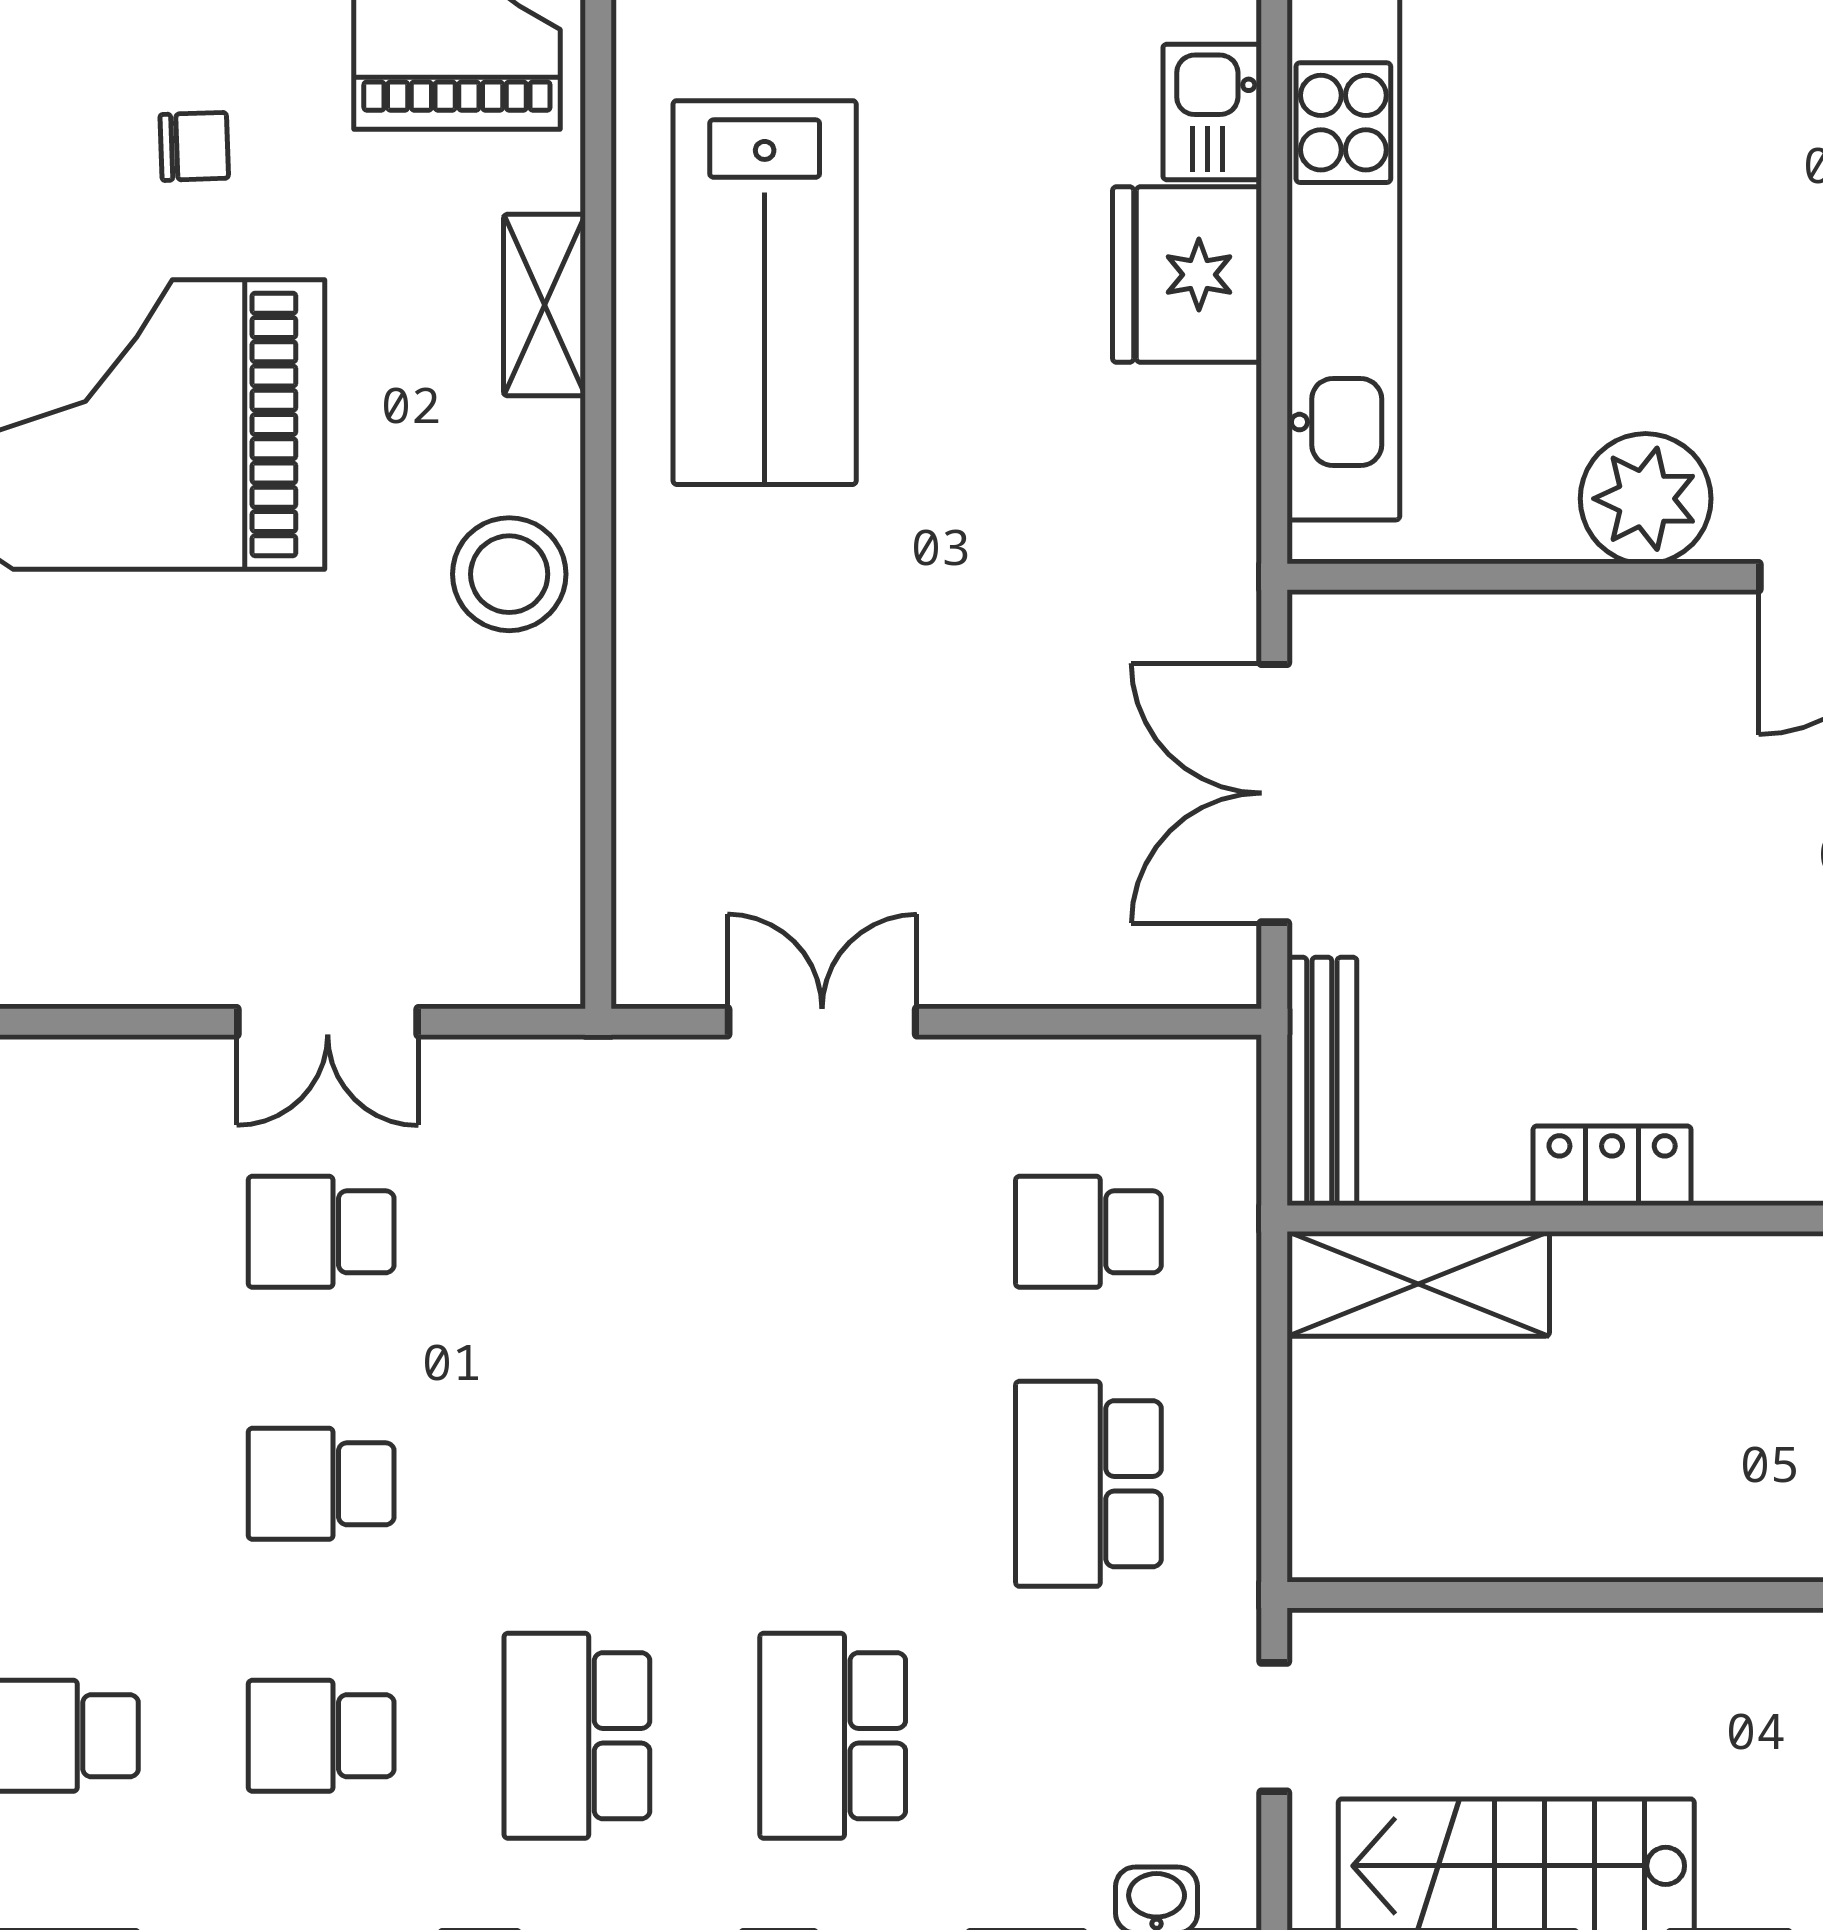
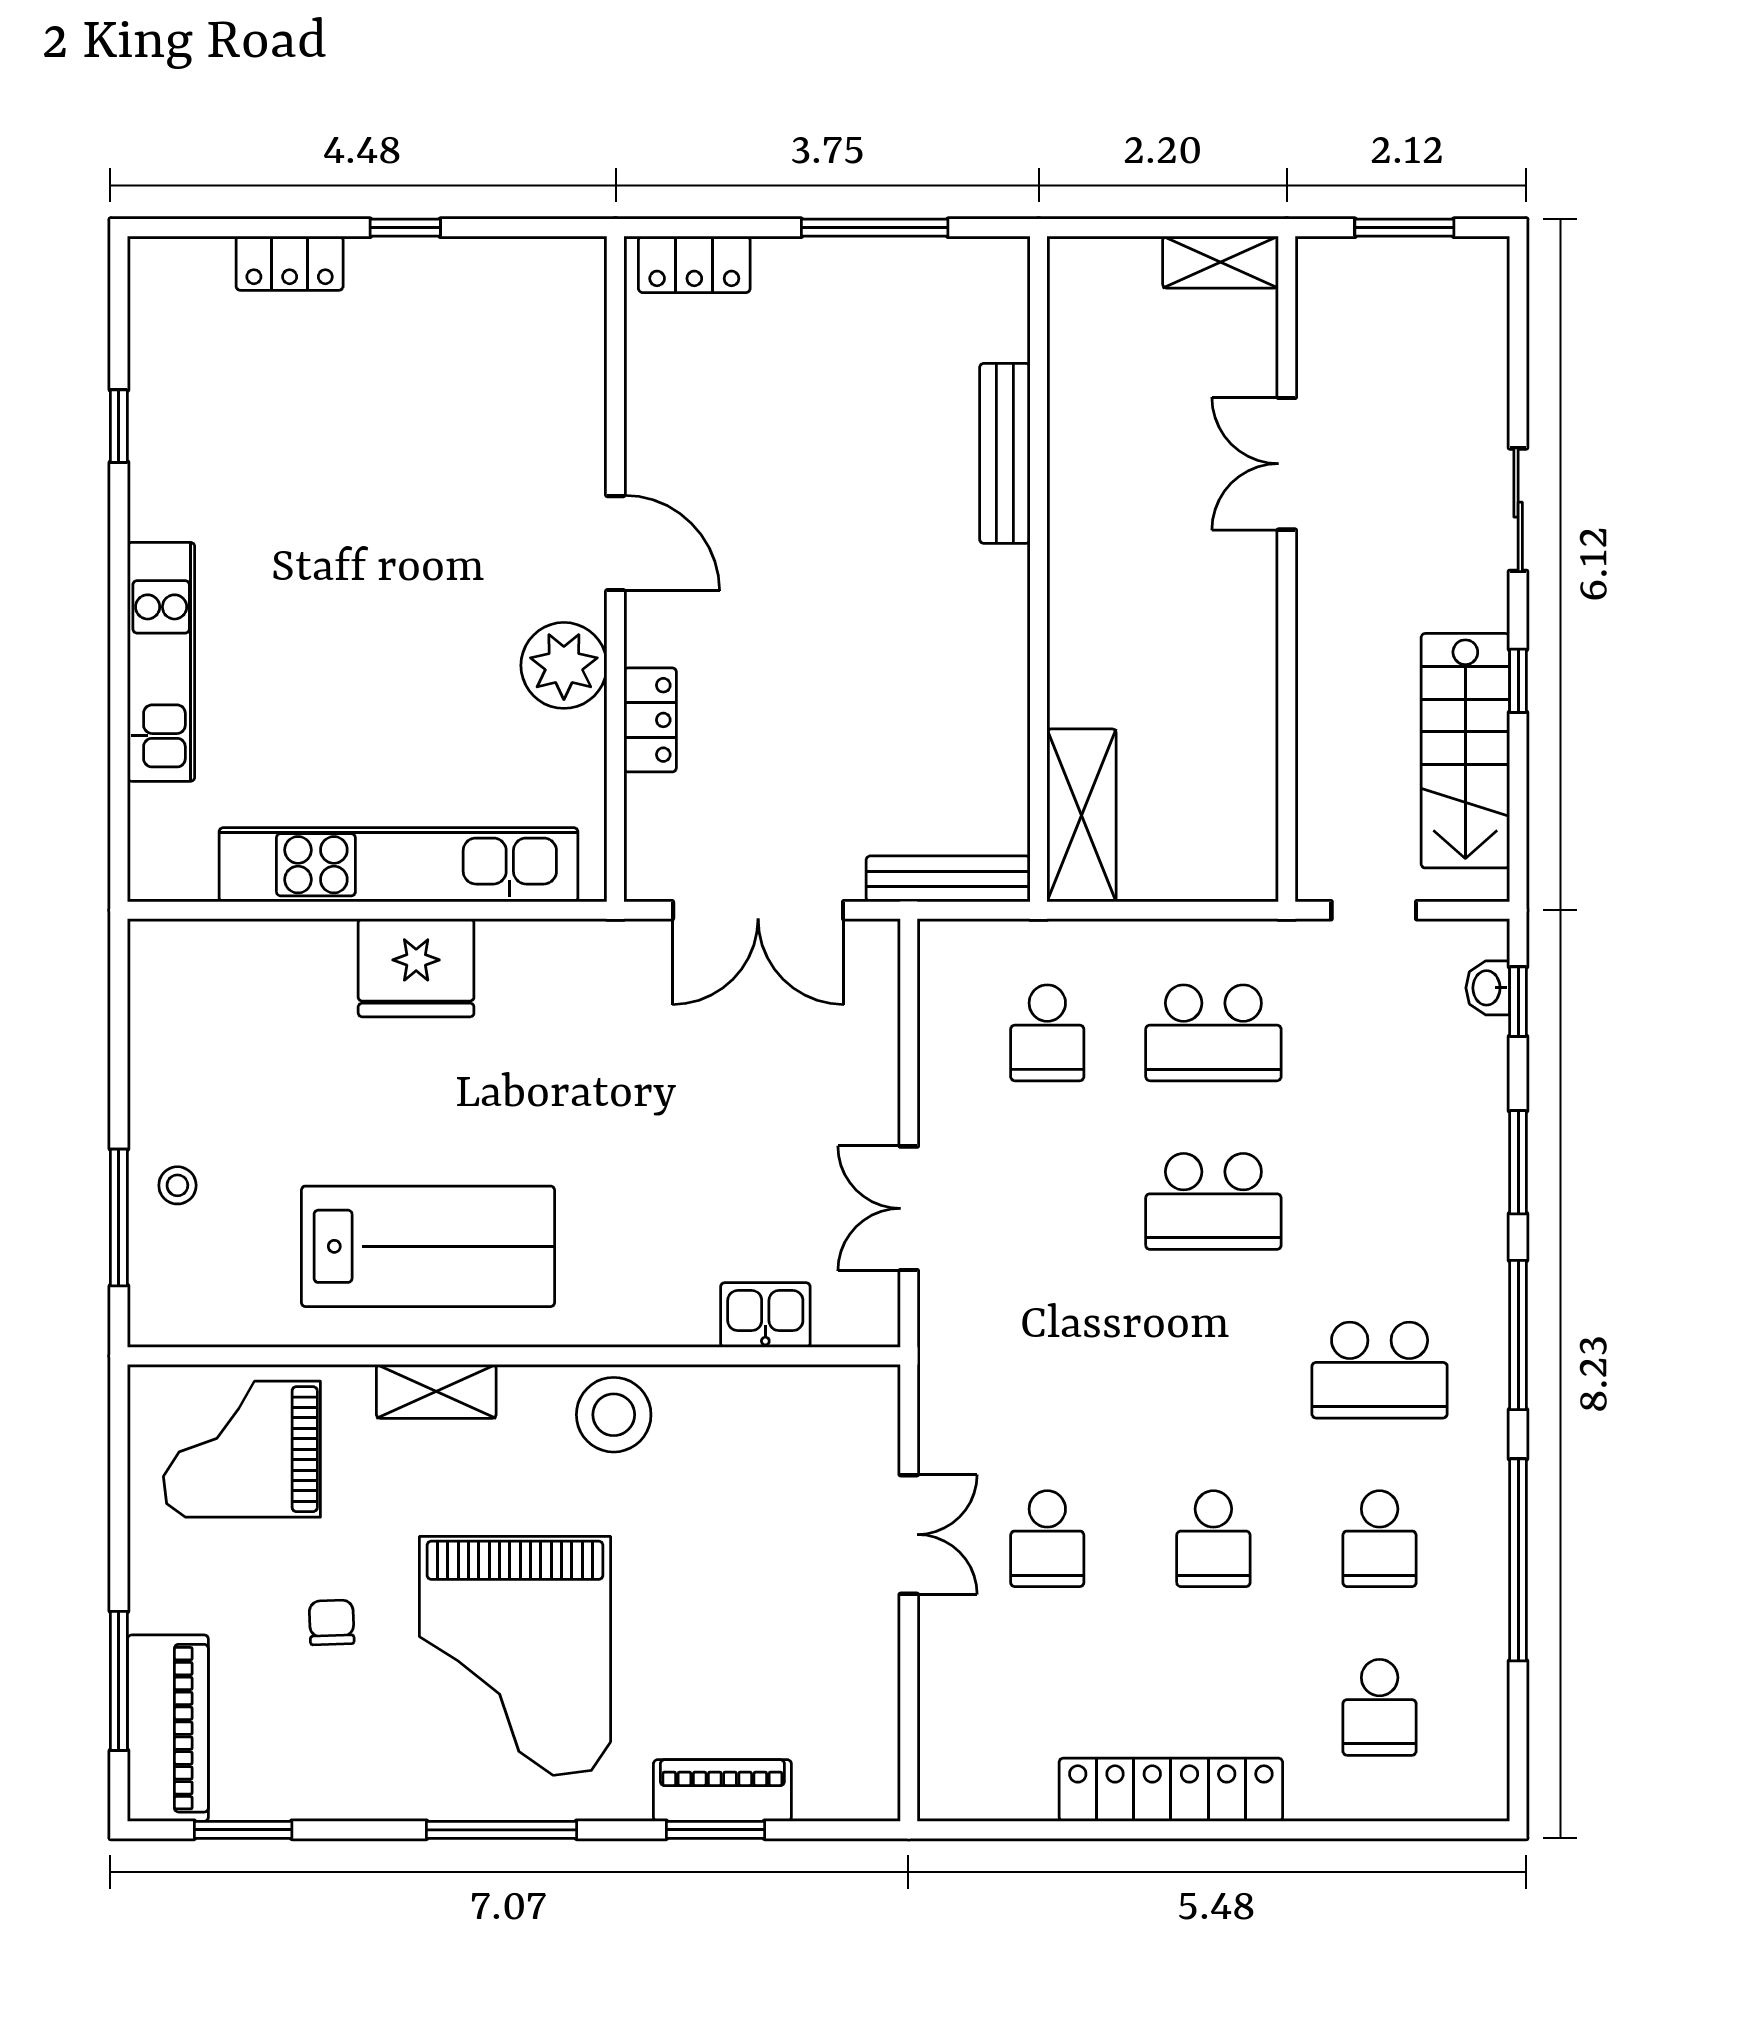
kitchen sink: (1212, 112) -> (765, 1315), moved, turned 180
locker: (1612, 1166) -> (650, 720), moved, turned 180
school desk: (833, 1736) -> (1213, 1201), moved

